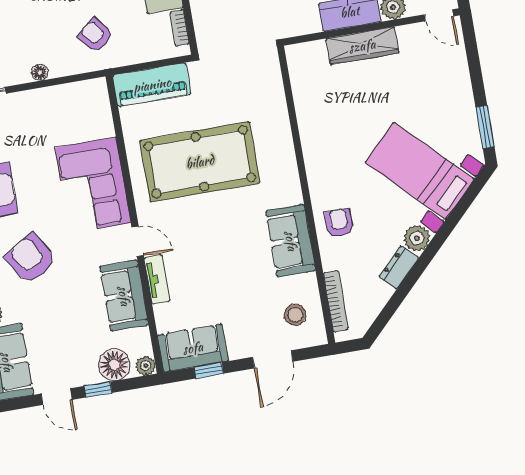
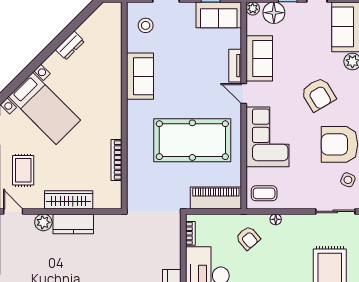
floor lamp: (40, 72) -> (276, 219), moved
rug: (435, 77) -> (23, 170), added
coffee table: (84, 103) -> (264, 193), added
armchair: (339, 223) -> (105, 83), removed
plant: (417, 238) -> (54, 63), removed
bookcase: (336, 301) -> (117, 160), moved

